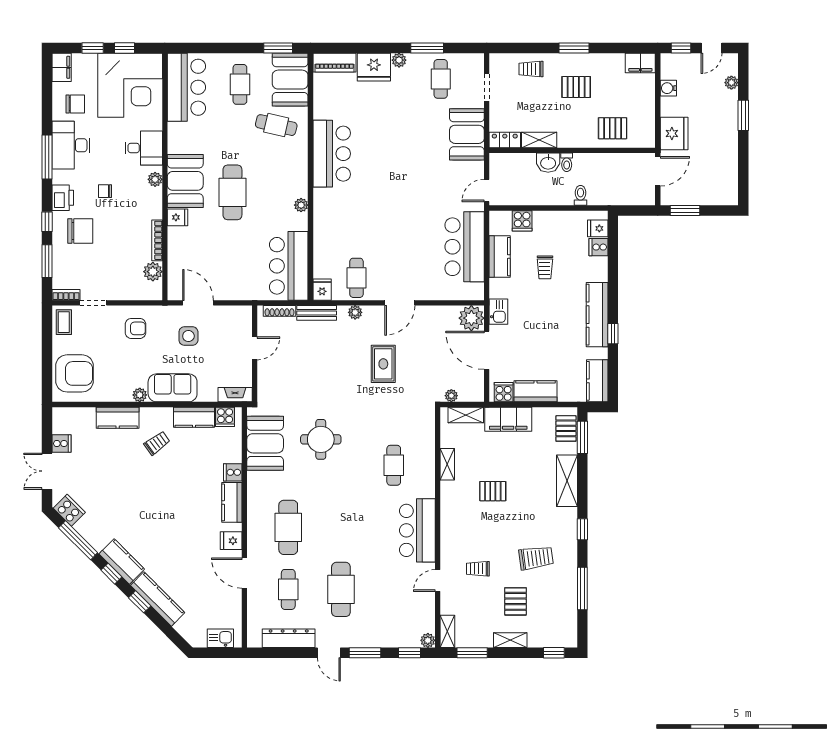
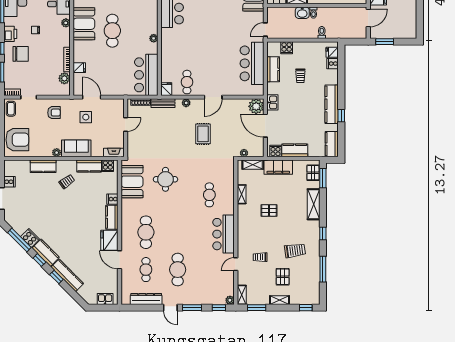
fridge: (177, 217) -> (79, 68), moved
cooker: (69, 510) -> (30, 238), moved
fridge: (231, 541) -> (109, 240), width x1.88, depth x1.34

